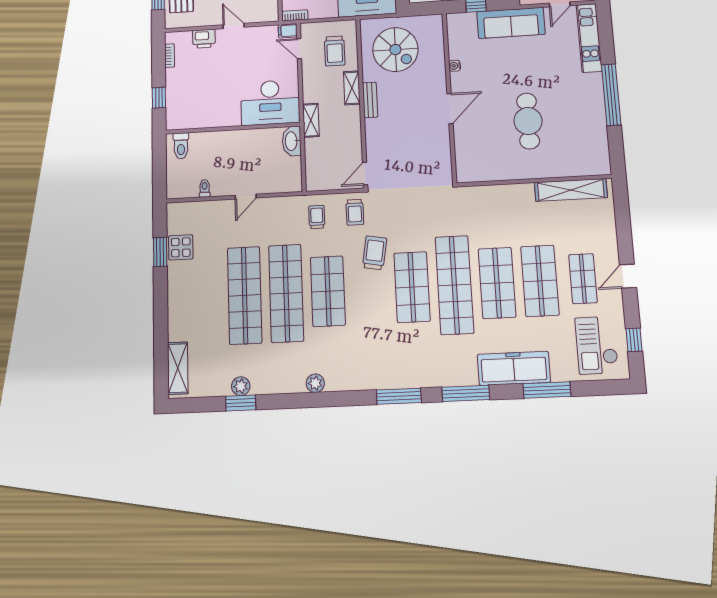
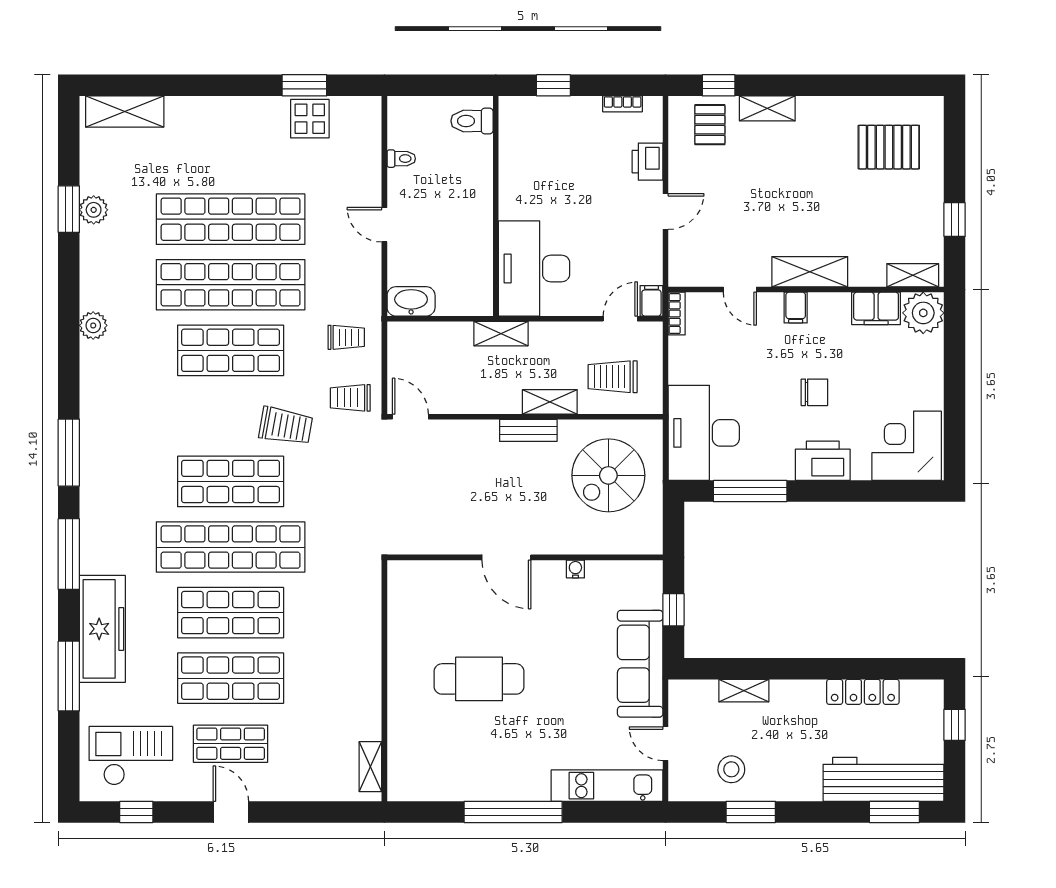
washbasin: (292, 141) -> (411, 301), moved
shelving: (571, 190) -> (370, 767), width x0.45, depth x0.75

